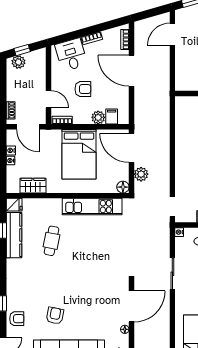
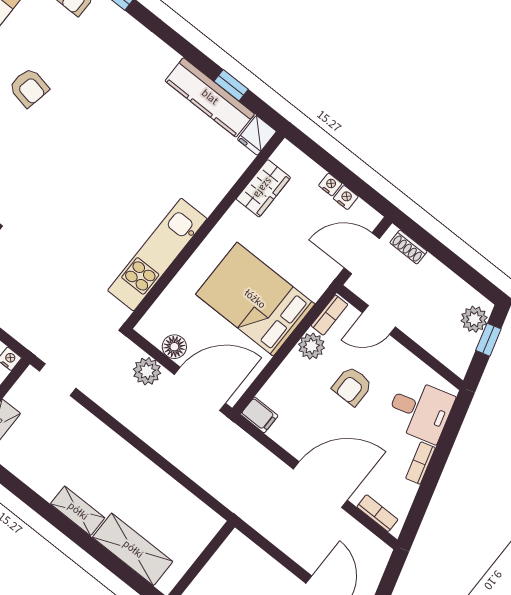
filing cabinet: (112, 116) -> (259, 415), moved
plant: (98, 117) -> (311, 346), moved
floor lamp: (123, 187) -> (174, 347), moved
cafe table: (51, 241) -> (154, 149), removed
armchair: (55, 316) -> (29, 88), moved

